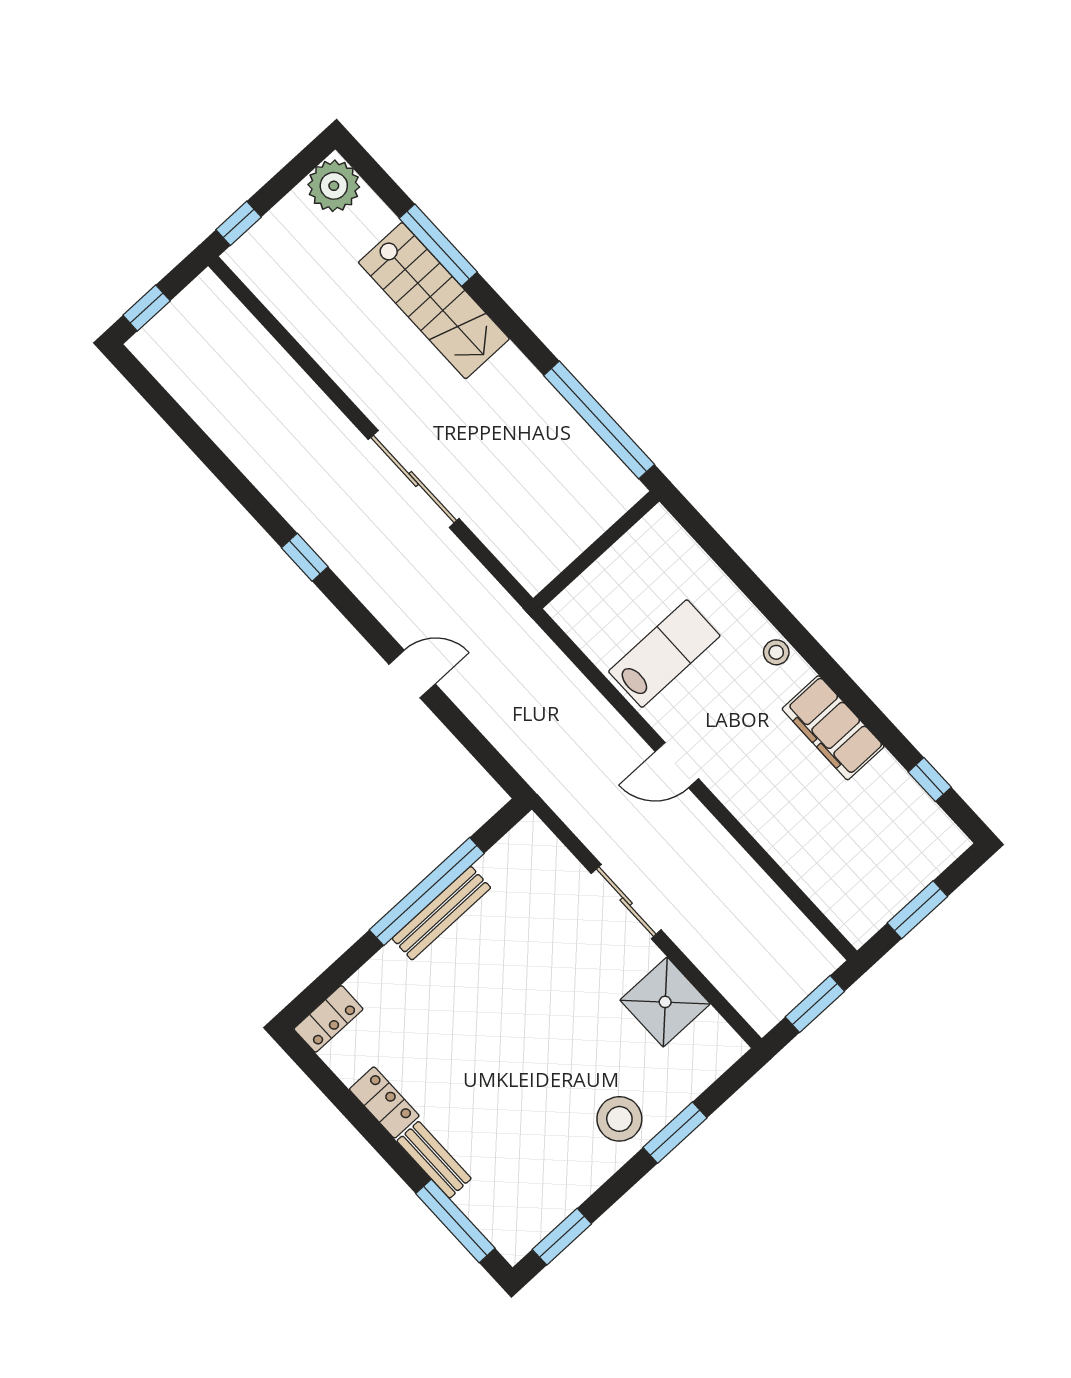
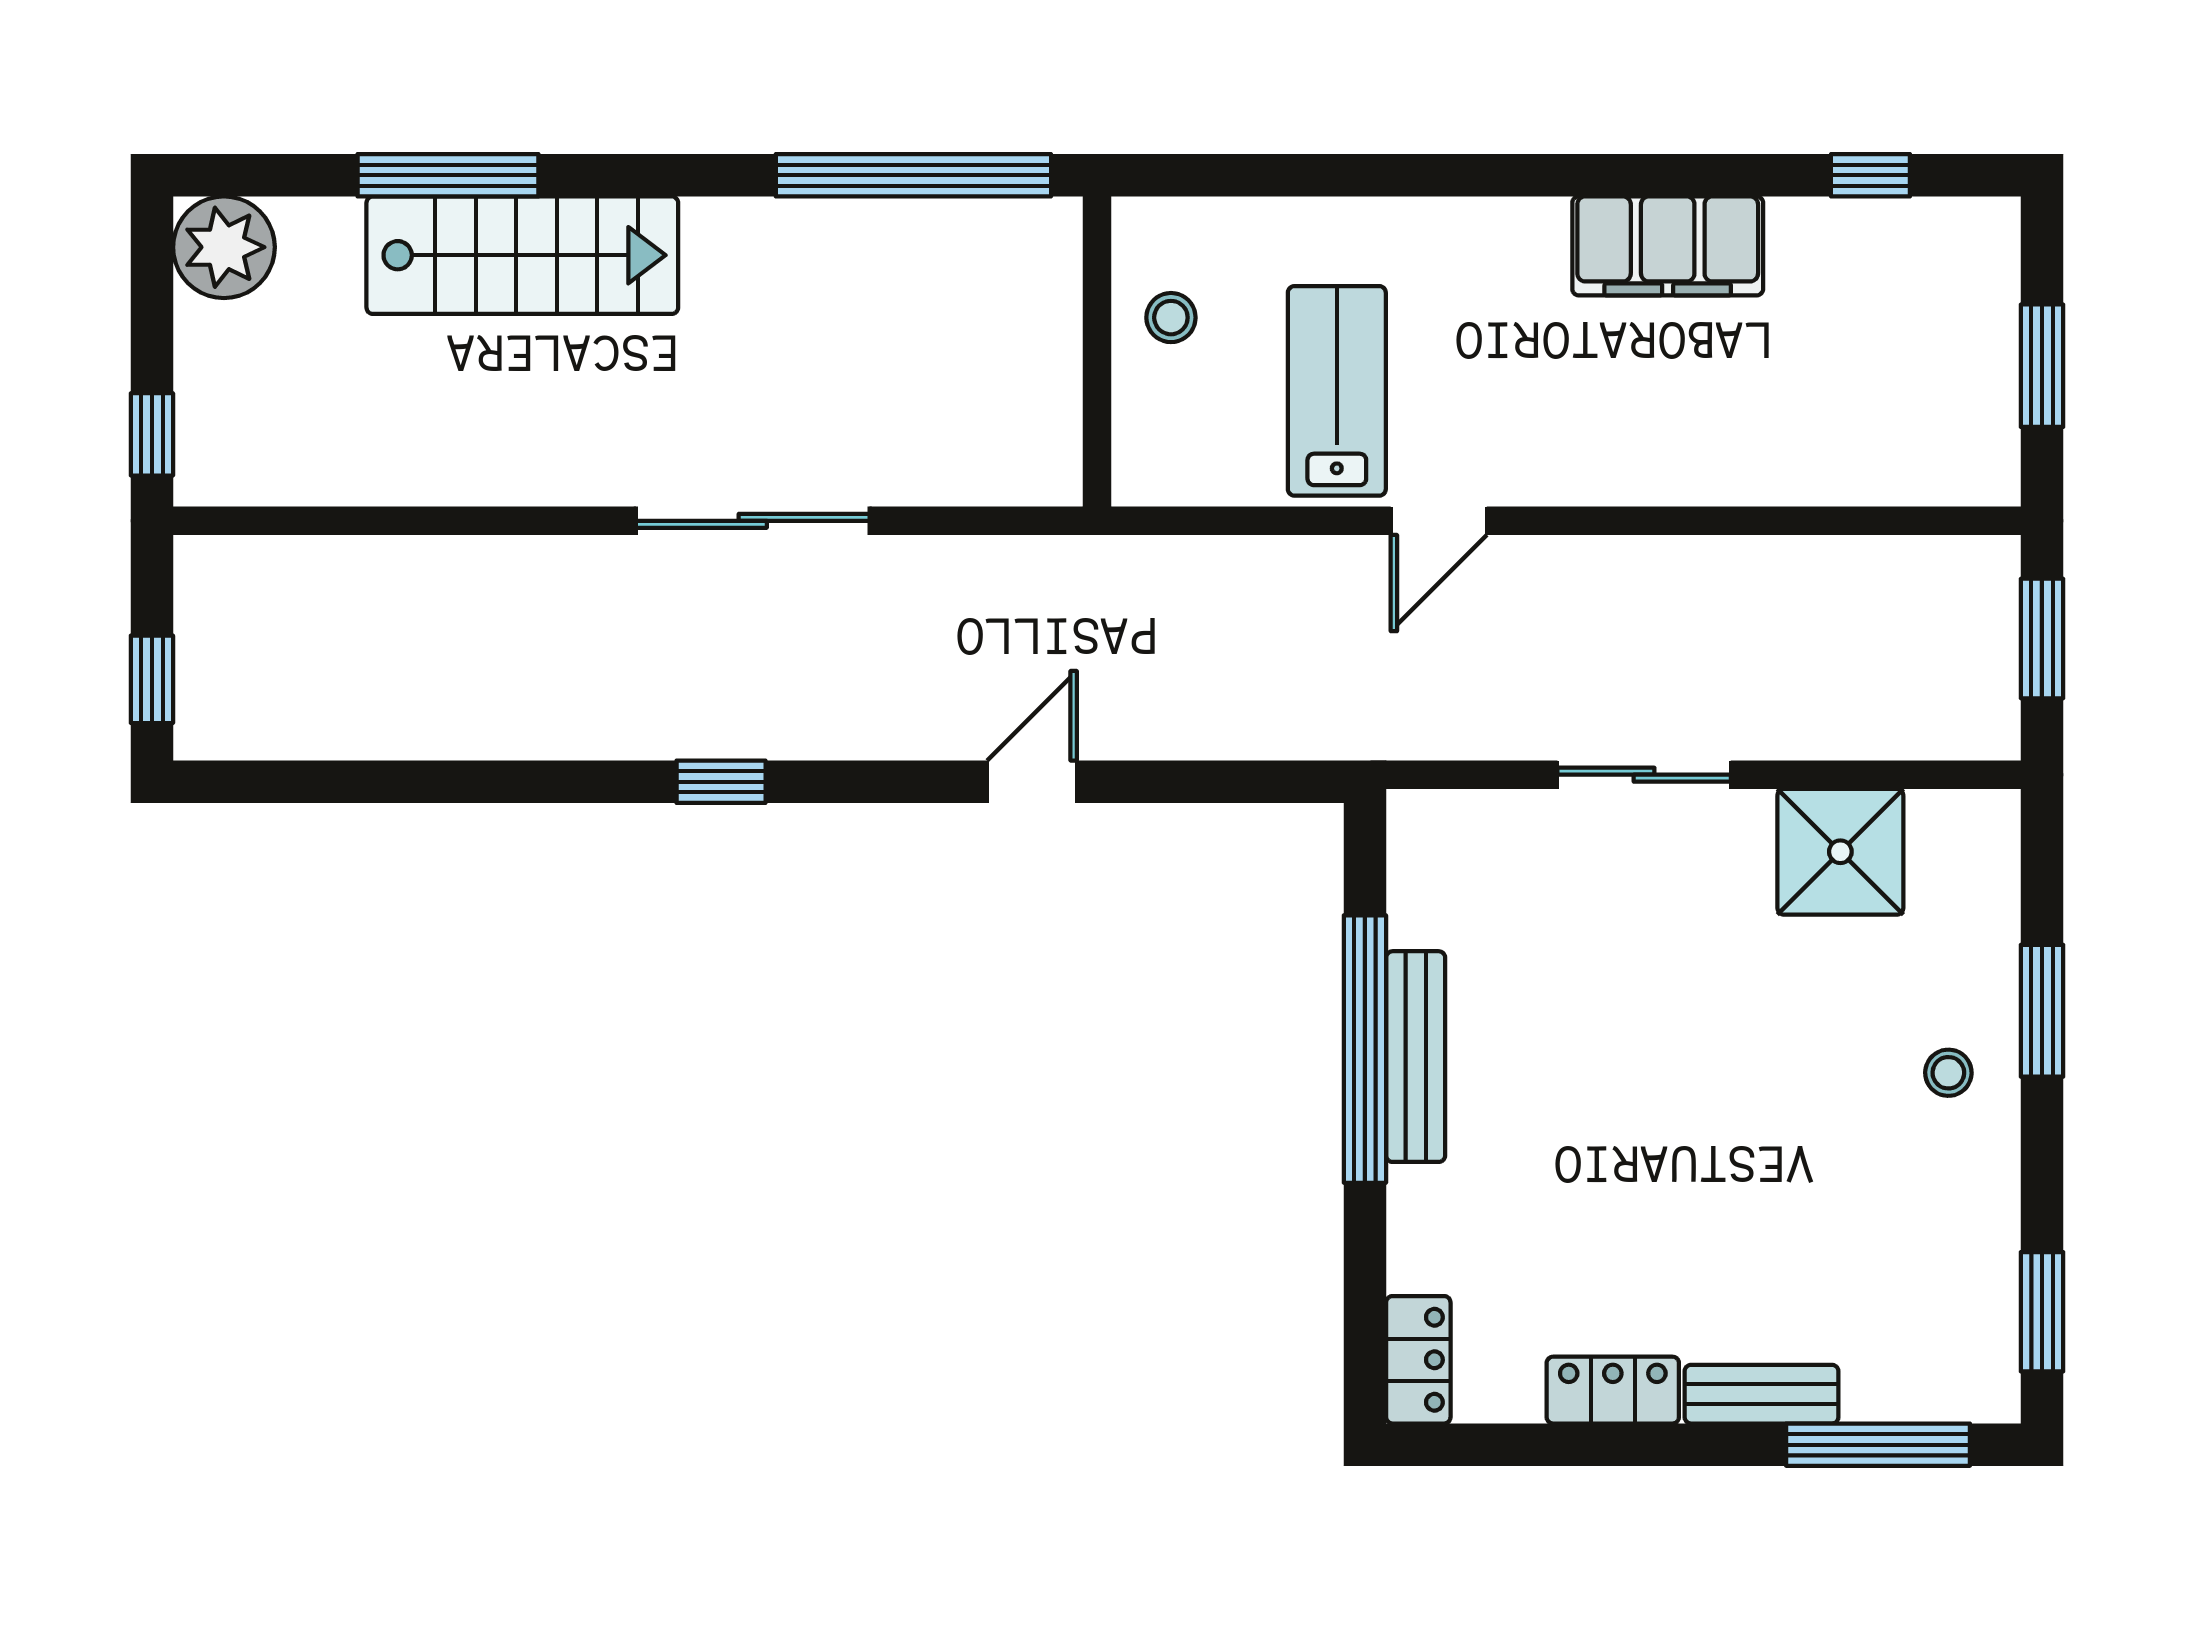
stool: (776, 652) -> (1171, 318), moved
door: (677, 765) -> (1439, 521), moved
stool: (619, 1119) -> (1948, 1073), width x0.53, depth x0.53

